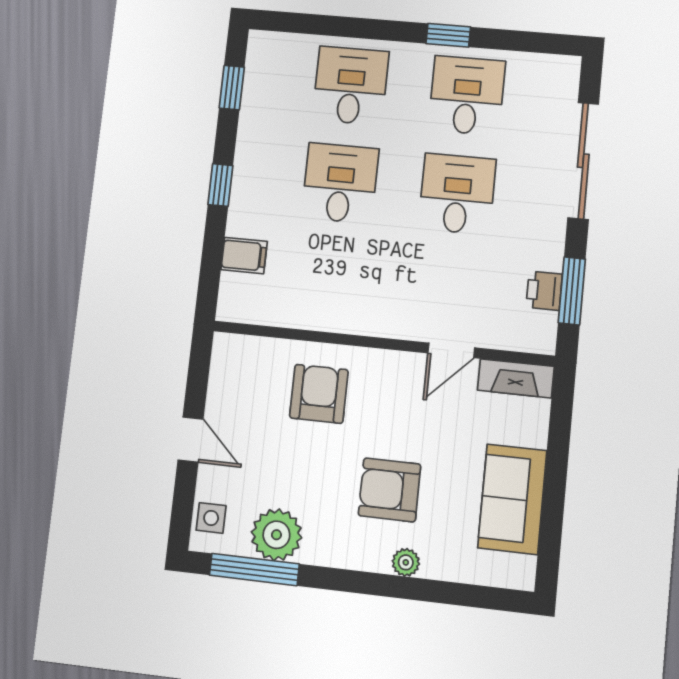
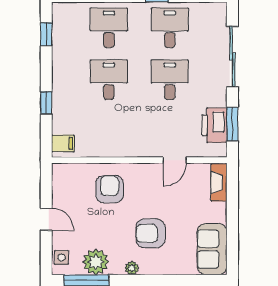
window: (220, 185) -> (46, 103), moved
filing cabinet: (244, 256) -> (63, 143), moved
printer: (544, 291) -> (214, 125), width x1.87, depth x1.48
fireplace: (516, 378) -> (219, 182), moved, turned 90
sofa: (512, 499) -> (212, 249), moved
plant: (406, 562) -> (132, 268), moved

